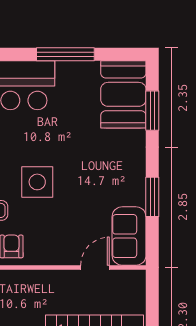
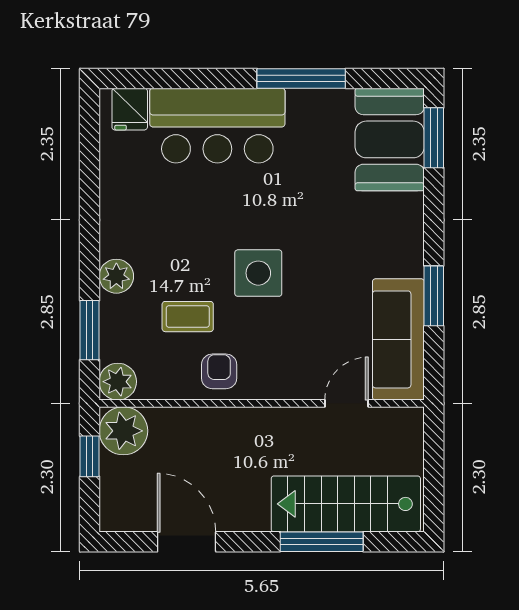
window: (152, 111) -> (434, 138), moved
sofa: (129, 236) -> (398, 339), width x1.36

